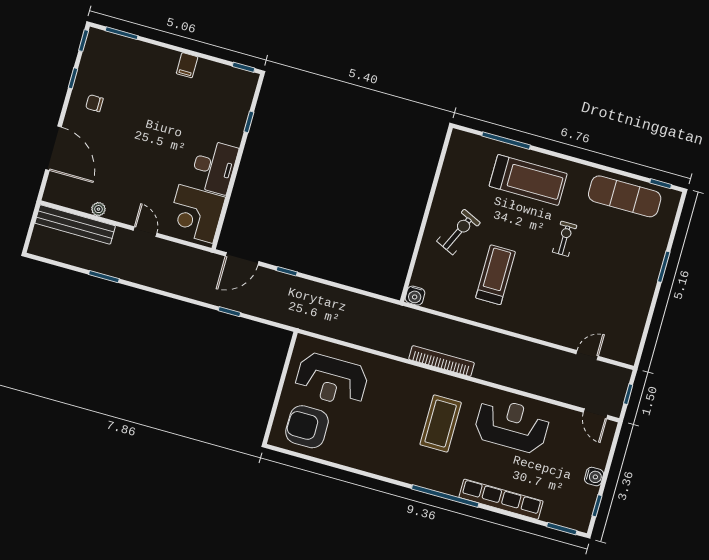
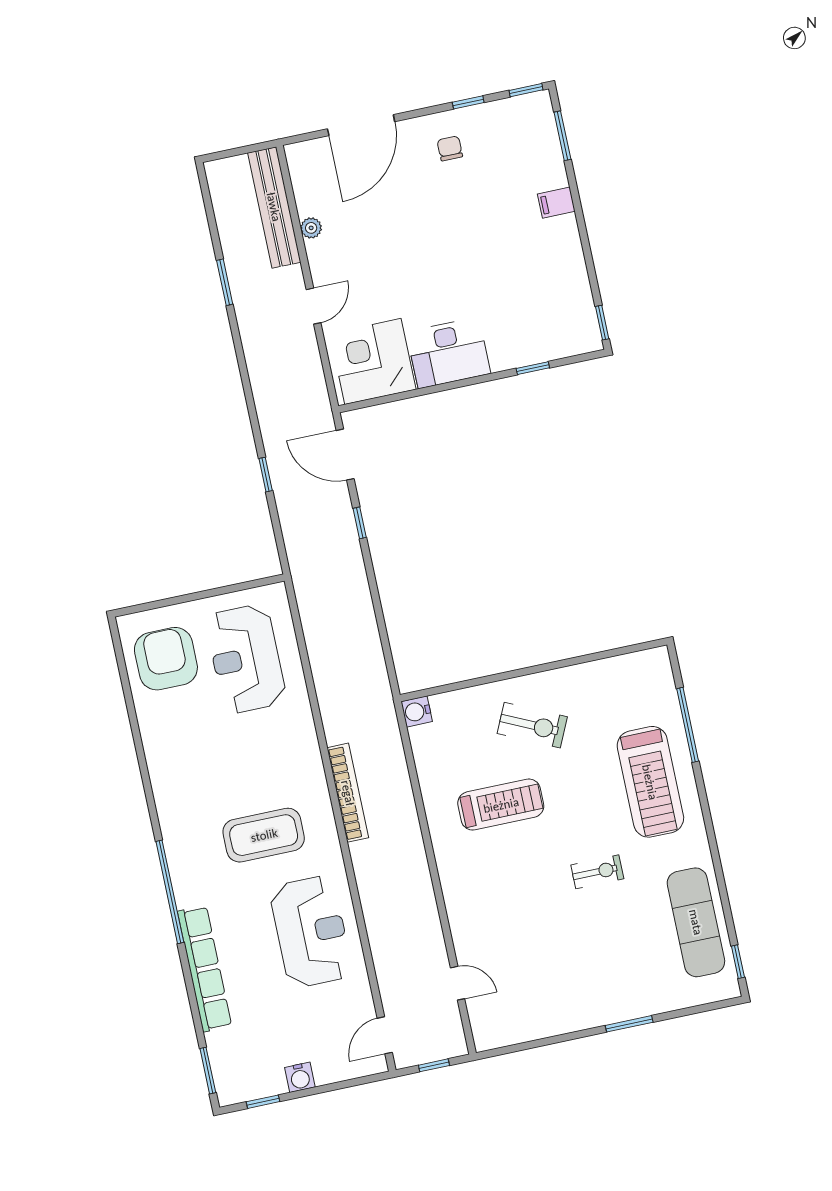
filing cabinet: (187, 65) -> (556, 203), moved

